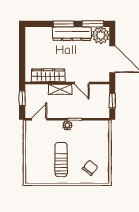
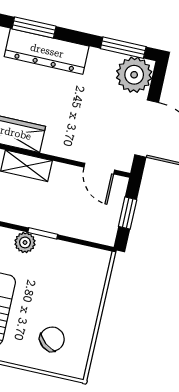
window: (64, 24) -> (34, 28), moved
dresser: (72, 34) -> (47, 51), moved
door: (82, 83) -> (99, 169), moved

